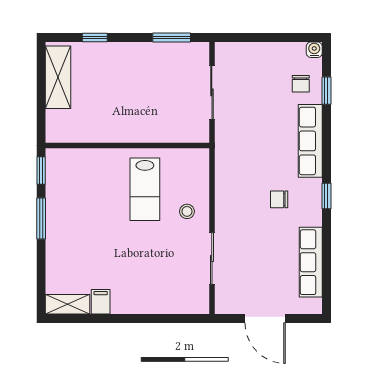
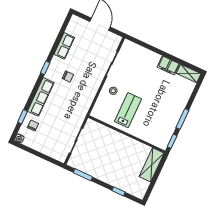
shelving: (58, 77) -> (152, 165), moved
row of seats: (311, 262) -> (64, 46), width x0.68
filing cabinet: (101, 302) -> (168, 65), width x2.00

